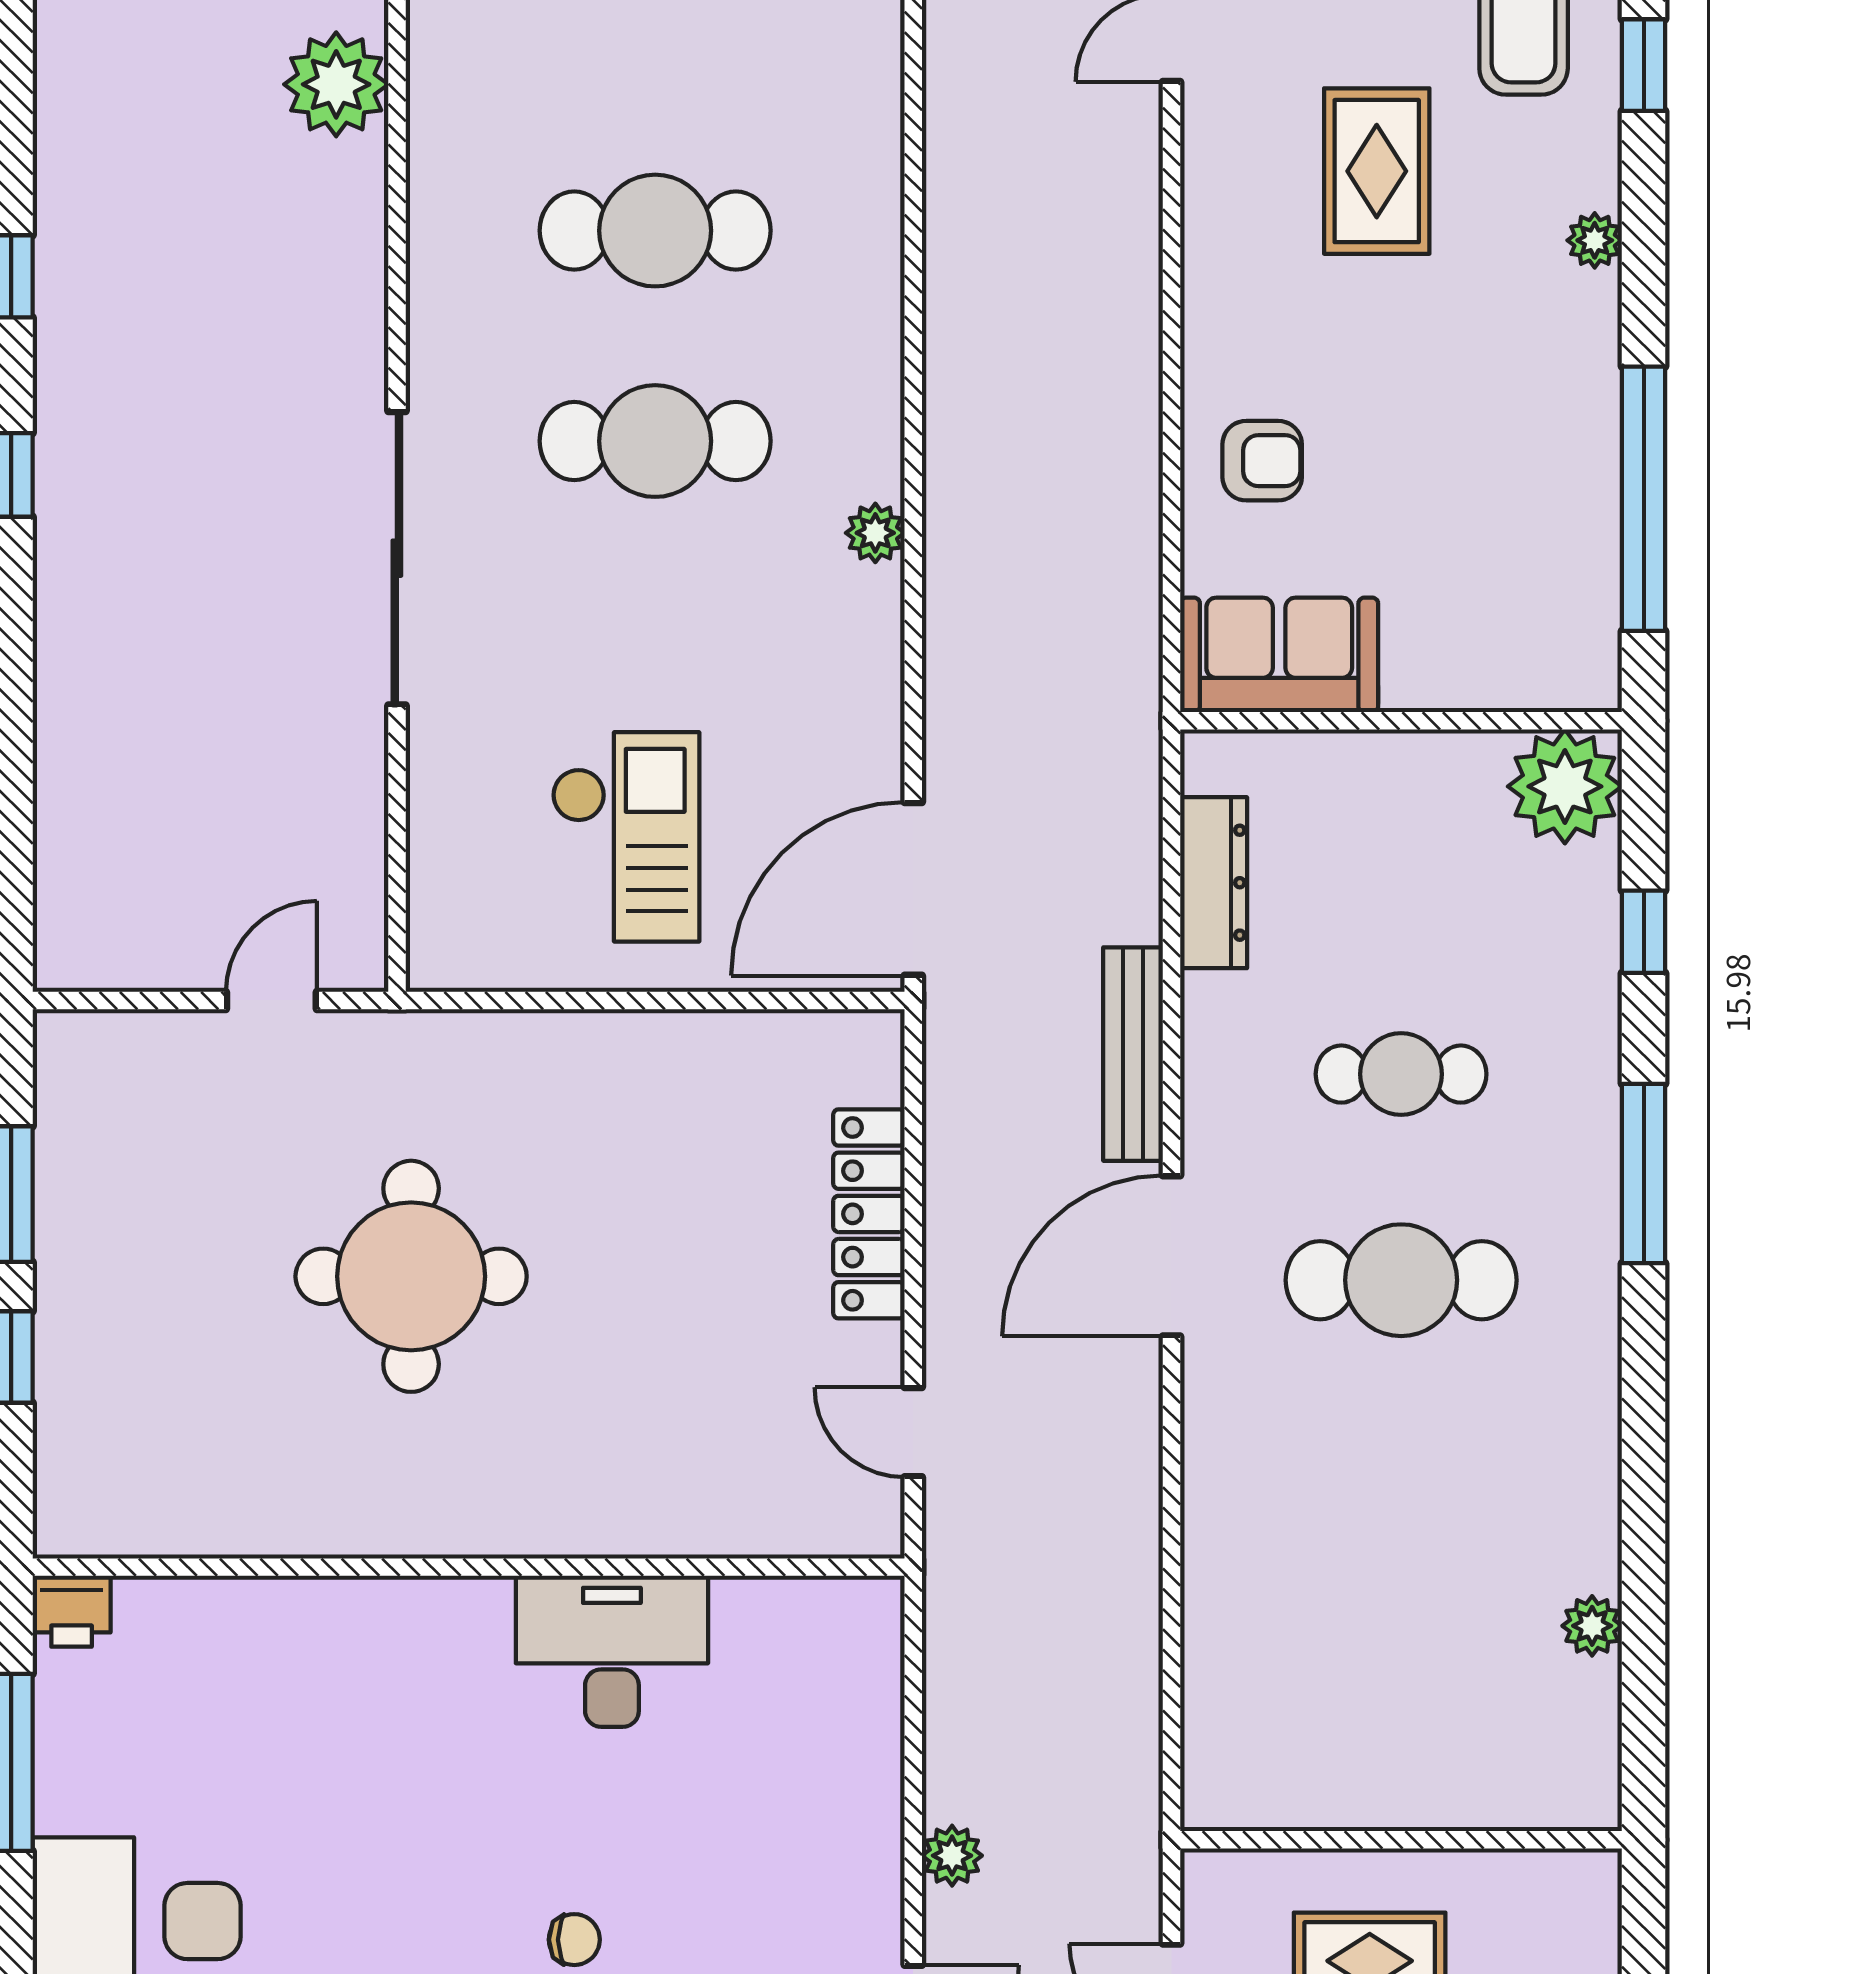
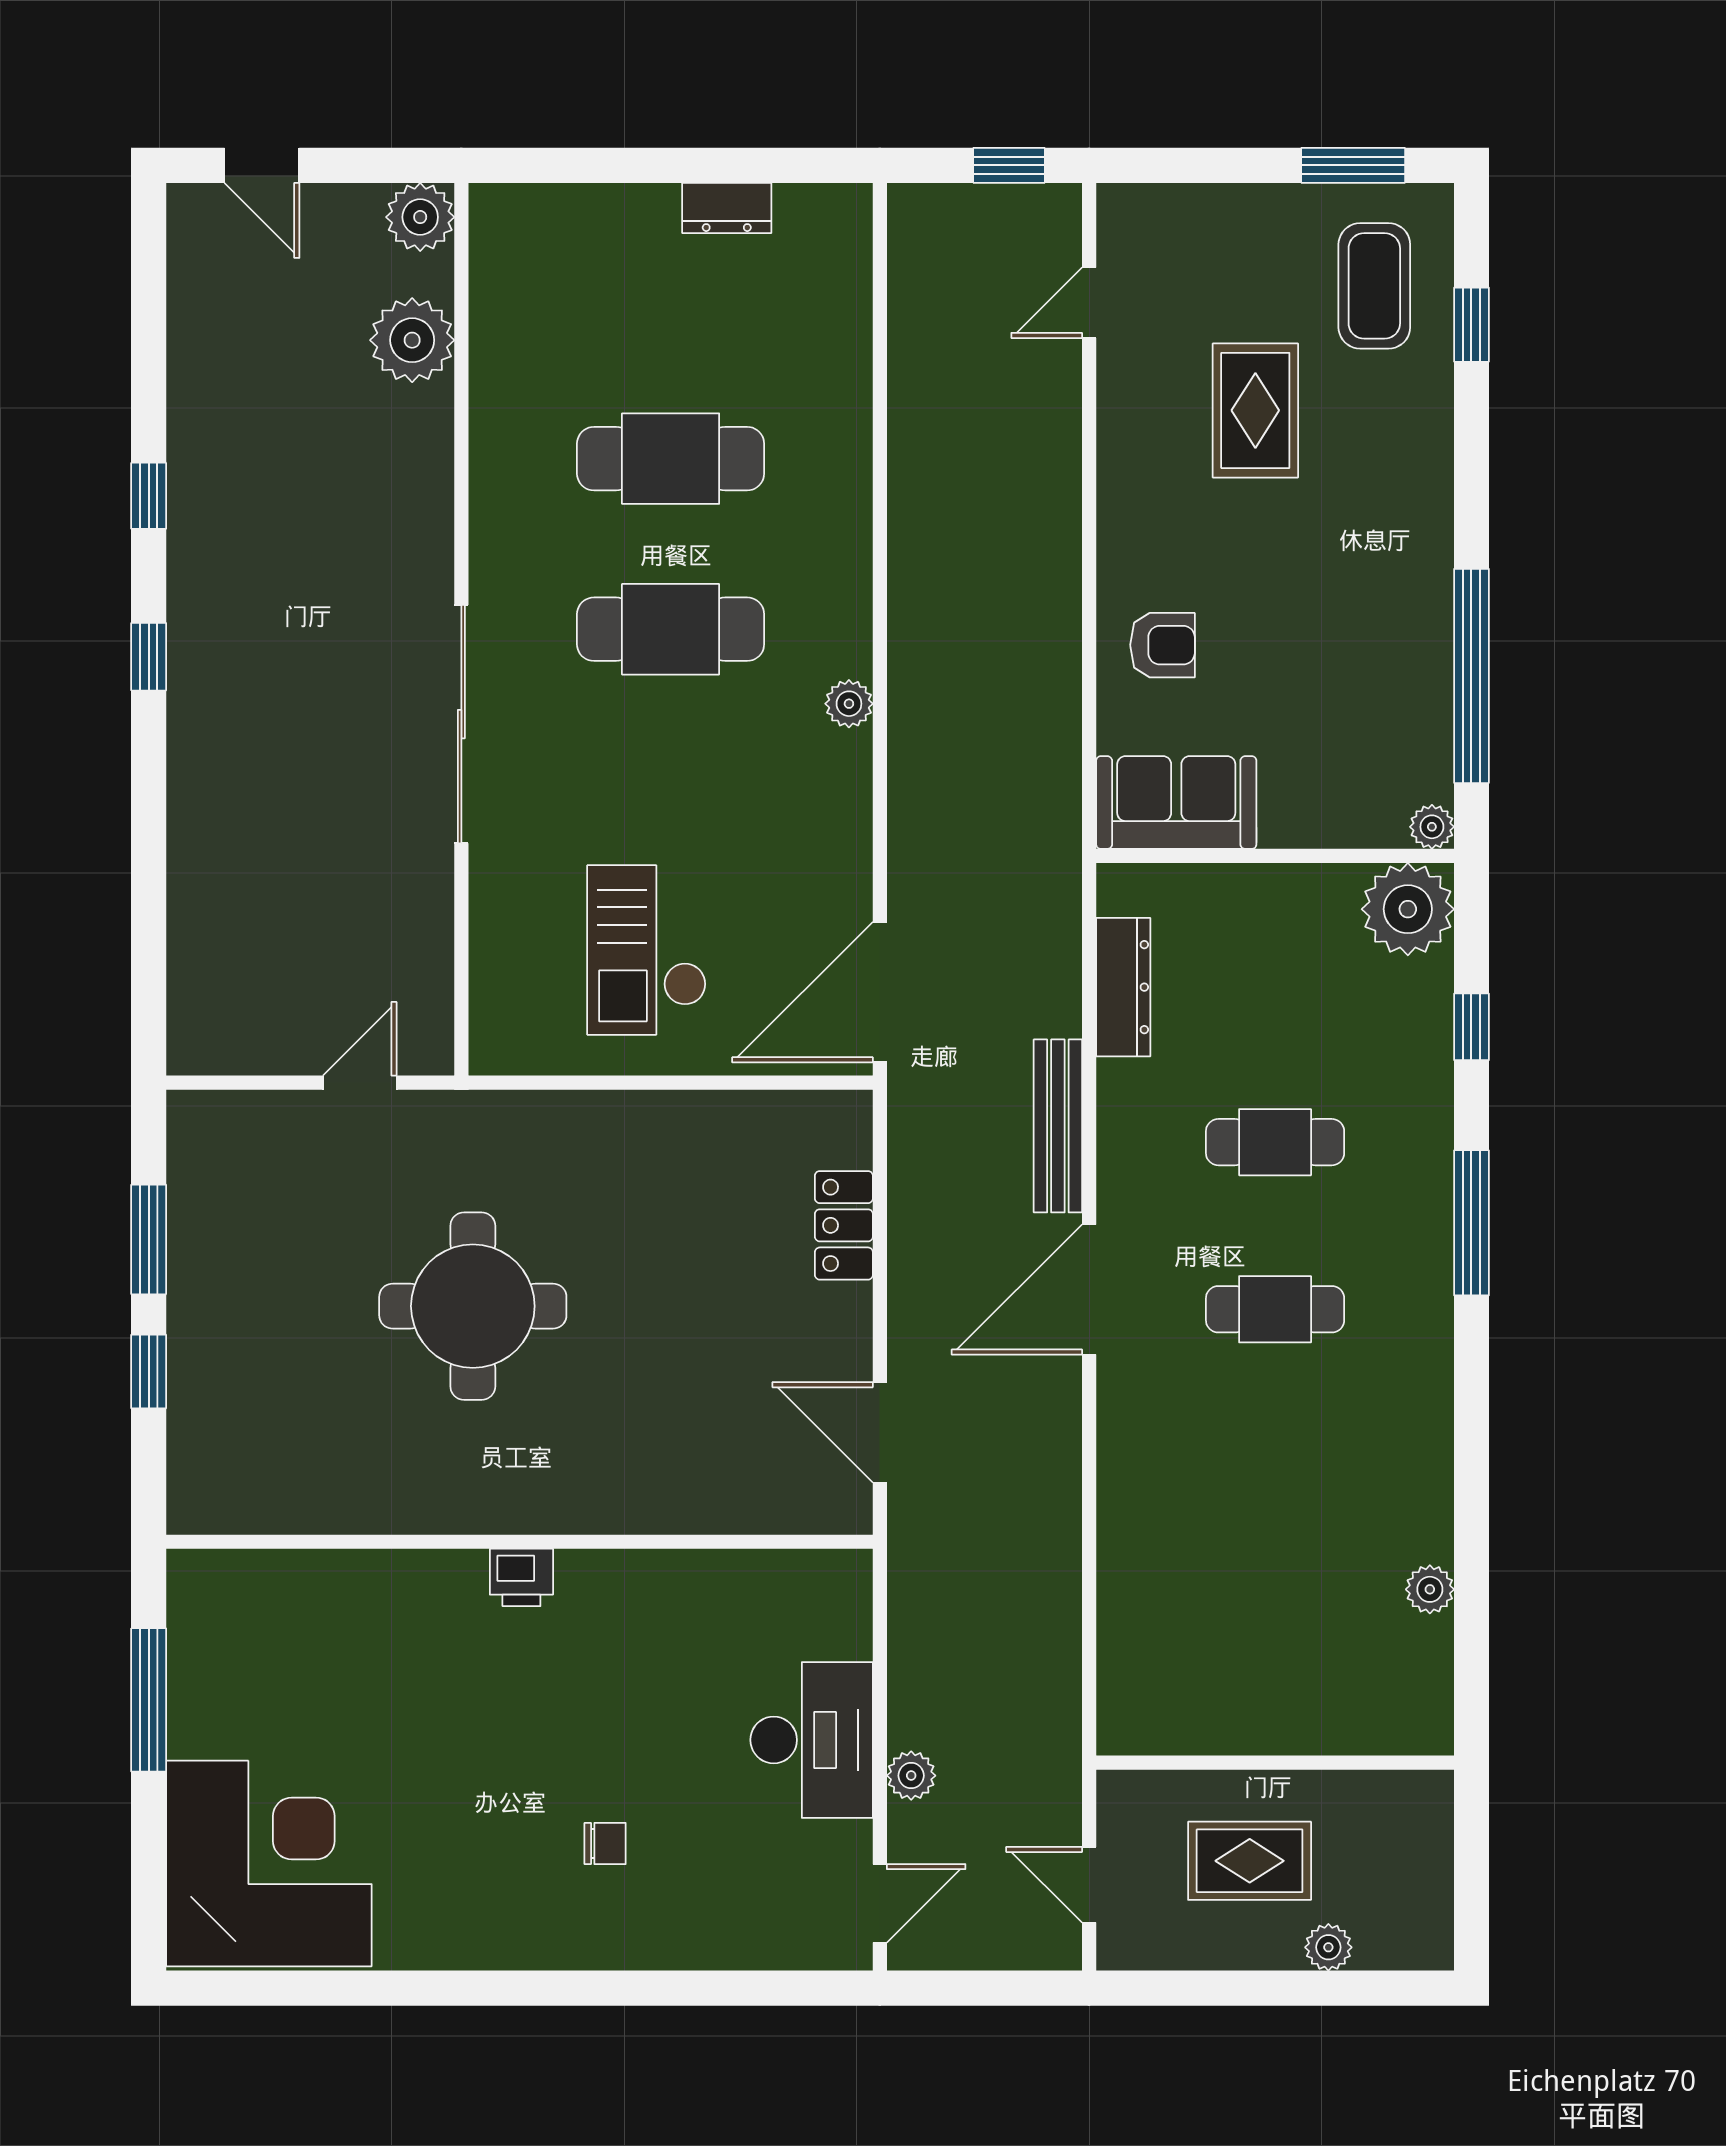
plant: (1595, 240) -> (1432, 827), moved
checkout: (626, 837) -> (647, 950), turned 180
locker: (869, 1214) -> (844, 1225), width x0.66
cafe table: (1401, 1280) -> (1275, 1309), width x0.73, depth x0.74
door: (913, 1432) -> (880, 1432), width x1.38
printer: (72, 1611) -> (521, 1577), moved
desk: (612, 1651) -> (812, 1740), moved, turned 90

